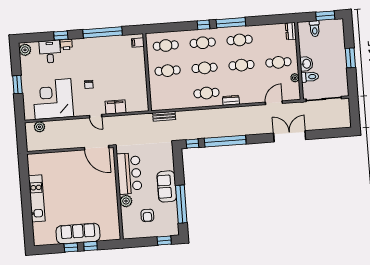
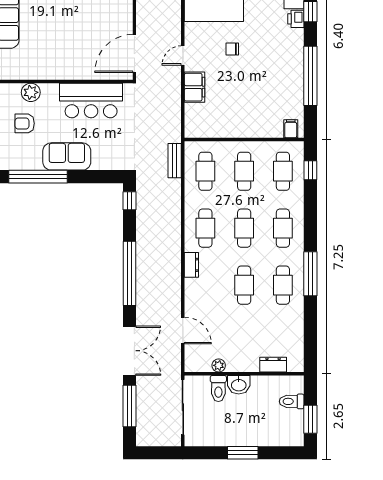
window: (203, 25) -> (310, 170), moved
dresser: (291, 31) -> (273, 365), moved
cafe table: (278, 62) -> (205, 171), moved
window: (326, 134) -> (130, 406), added
window: (225, 141) -> (130, 273), moved
plant: (126, 201) -> (31, 92), moved

